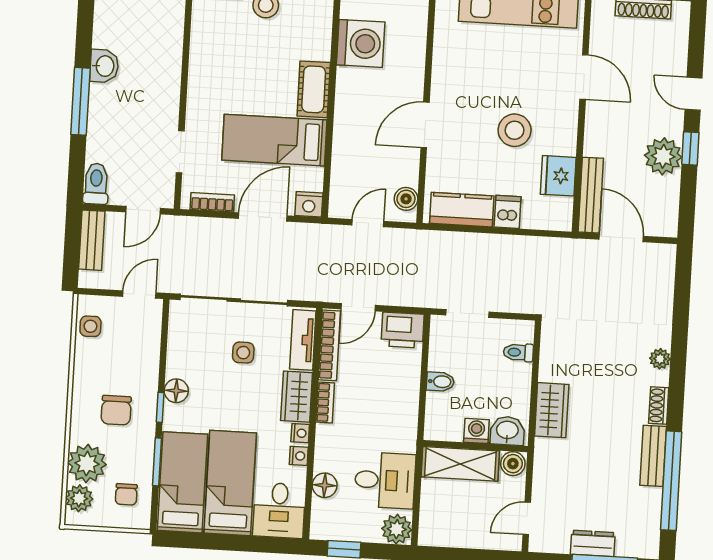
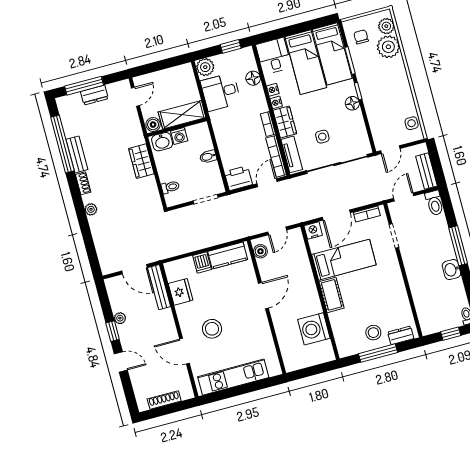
stool: (515, 130) -> (212, 329), moved
plant: (663, 156) -> (120, 318), width x0.53, depth x0.53
chair: (116, 410) -> (382, 82), removed

